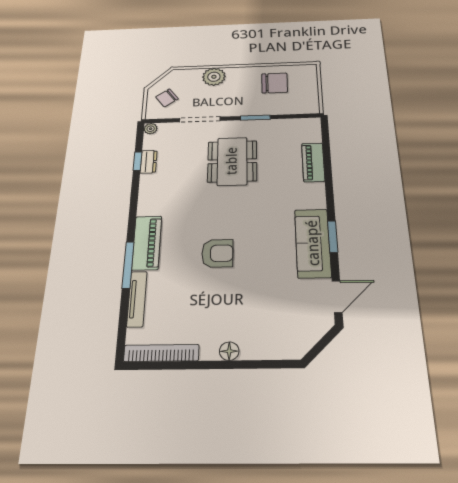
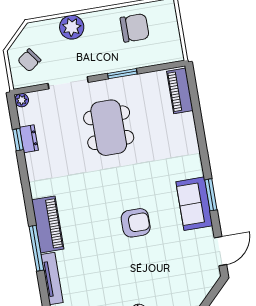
piano: (313, 162) -> (180, 91), moved
sofa: (313, 243) -> (194, 204), width x0.73
armchair: (217, 253) -> (136, 223), moved

